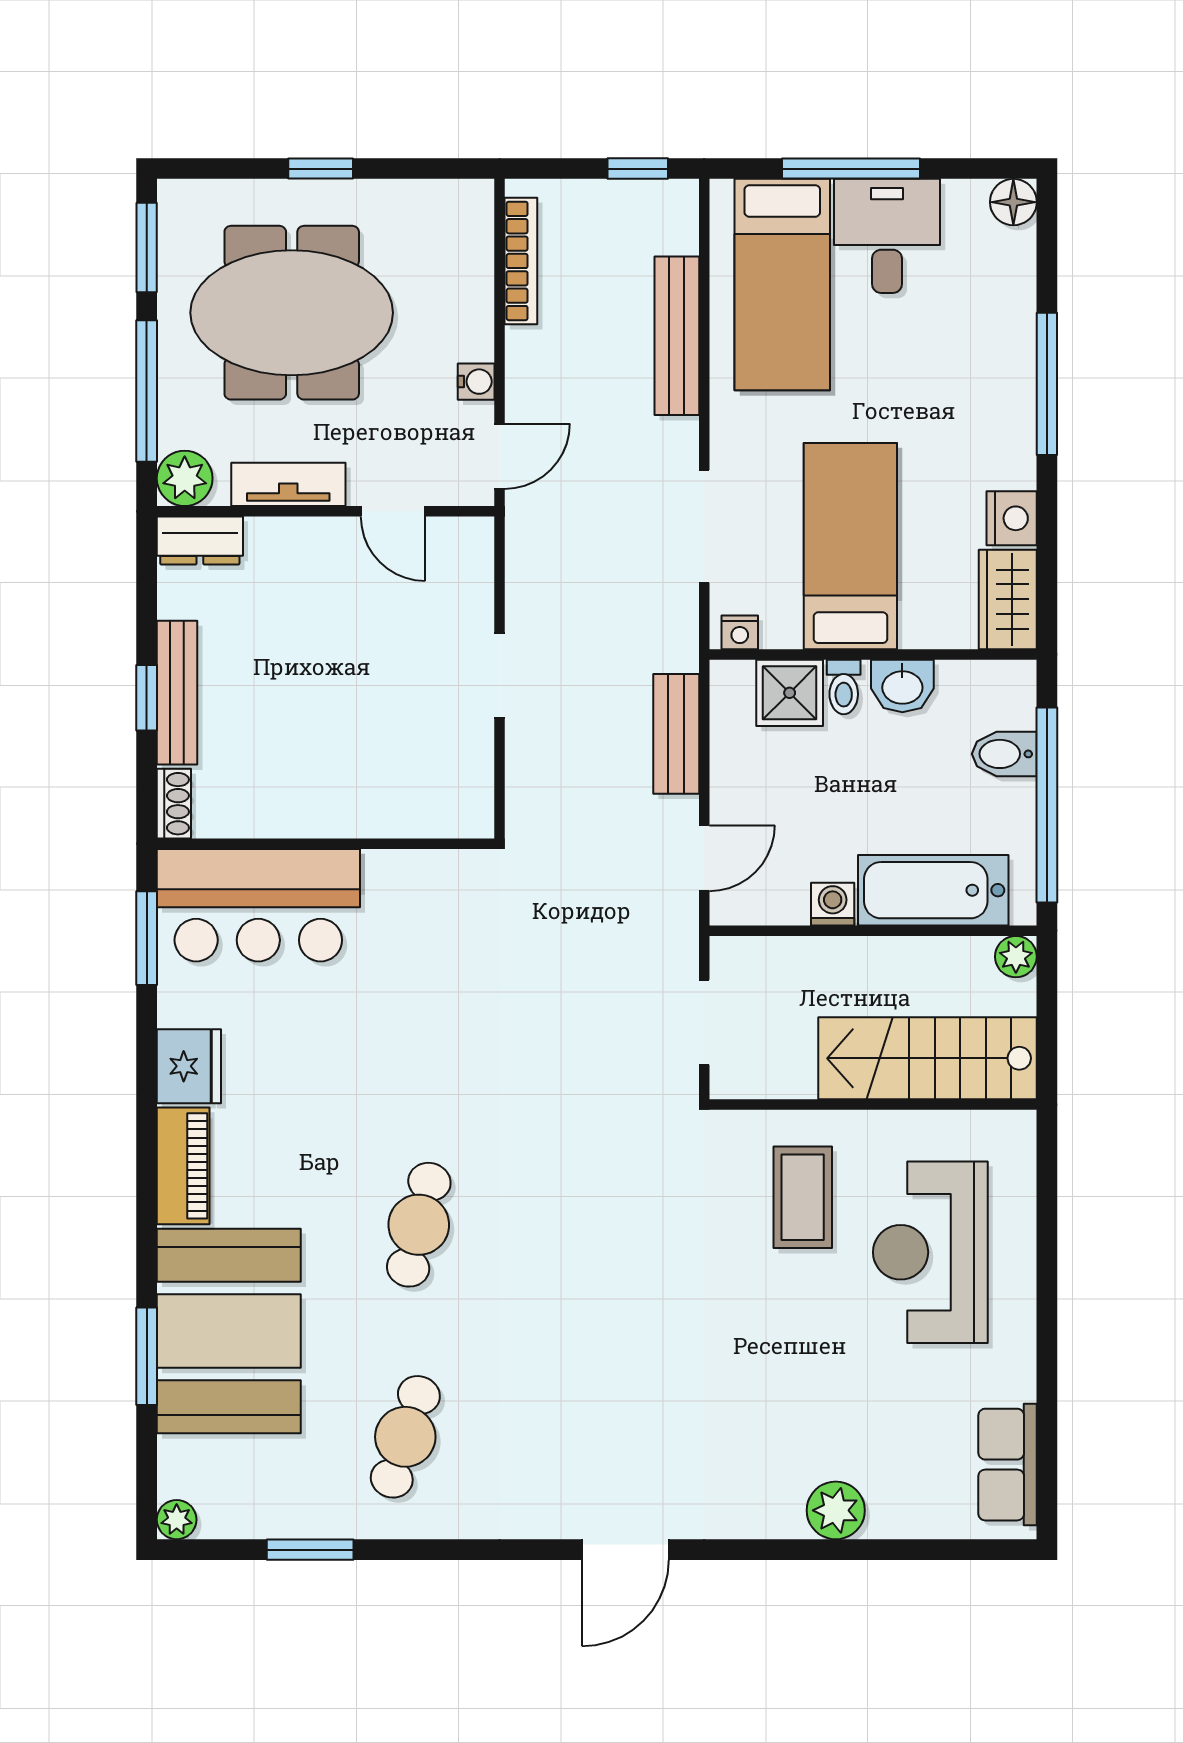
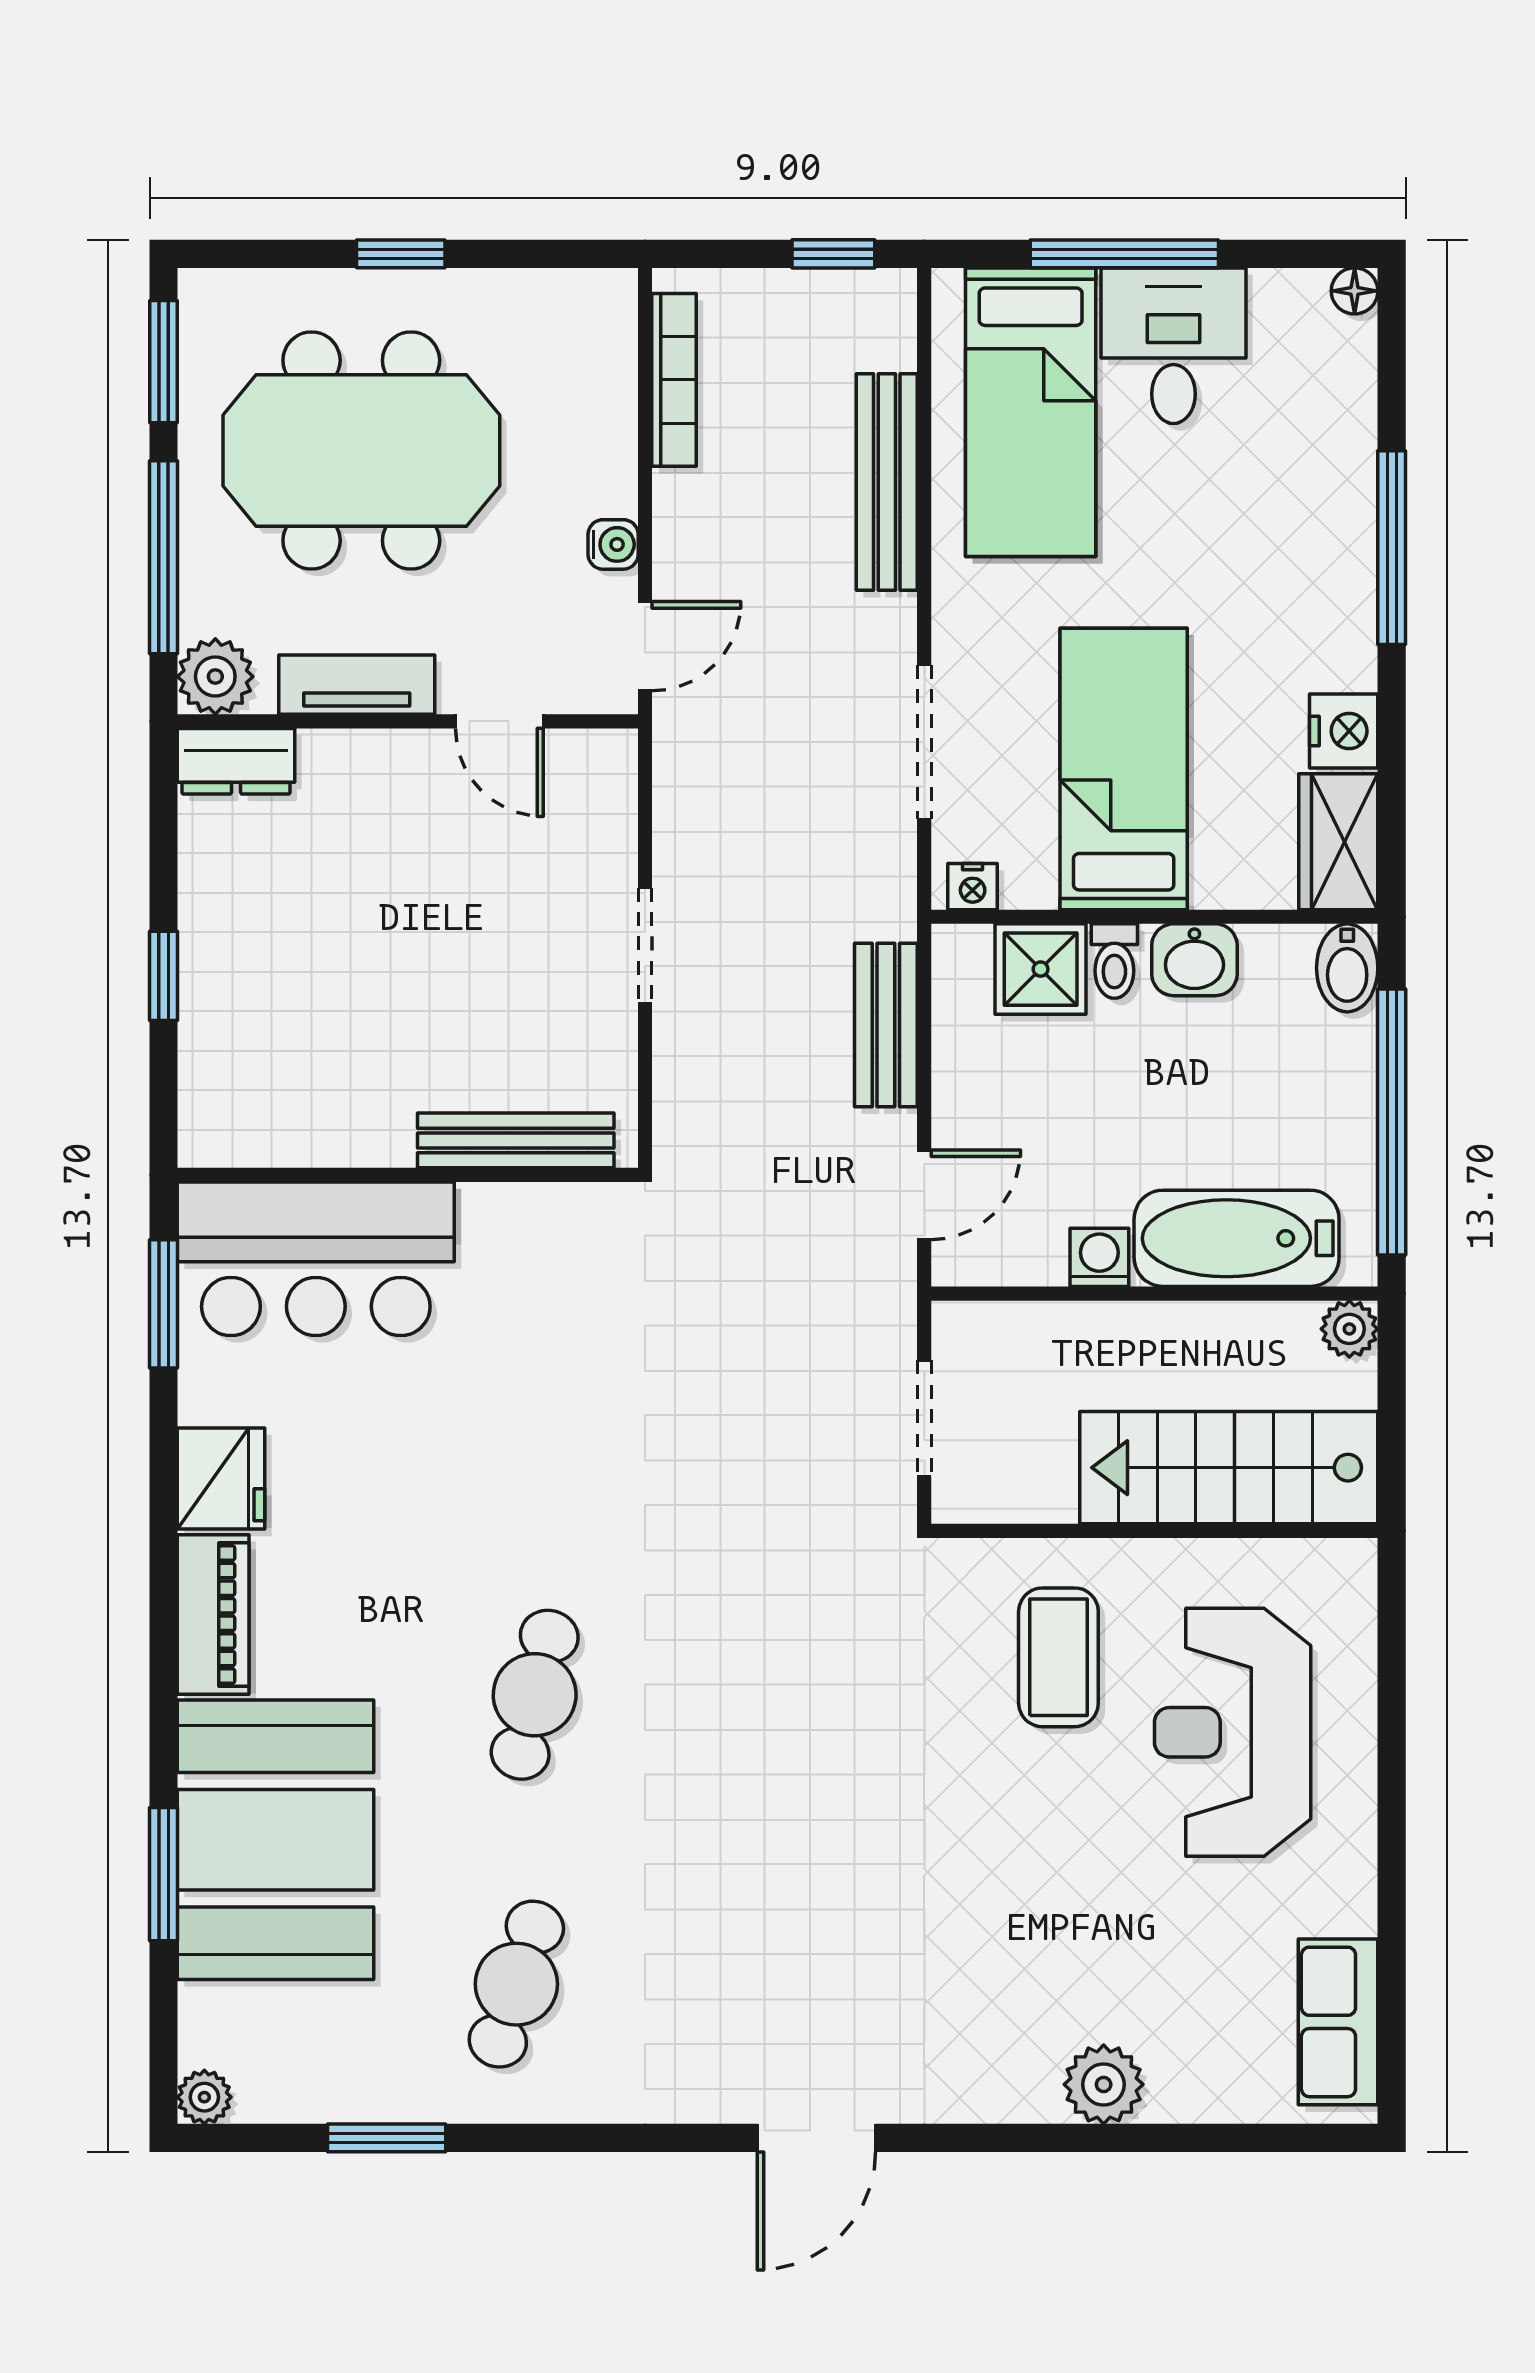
floor lamp: (1013, 202) -> (1355, 291), width x0.73, depth x0.73
bench: (177, 693) -> (516, 1140), moved, turned 90
bidet: (1004, 754) -> (1347, 968), moved, turned -90
shoe rack: (174, 804) -> (201, 1120), removed

